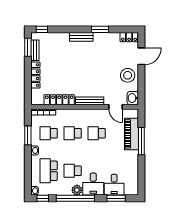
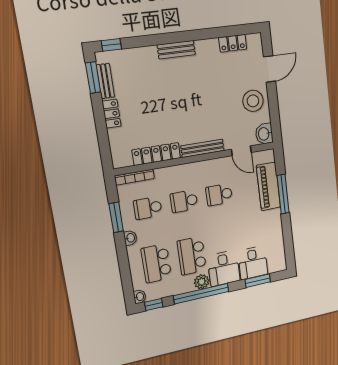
window: (100, 29) -> (203, 34), removed
locker: (129, 37) -> (233, 43), moved
locker: (35, 75) -> (112, 114), width x0.66
school desk: (73, 171) -> (192, 256), width x1.85

